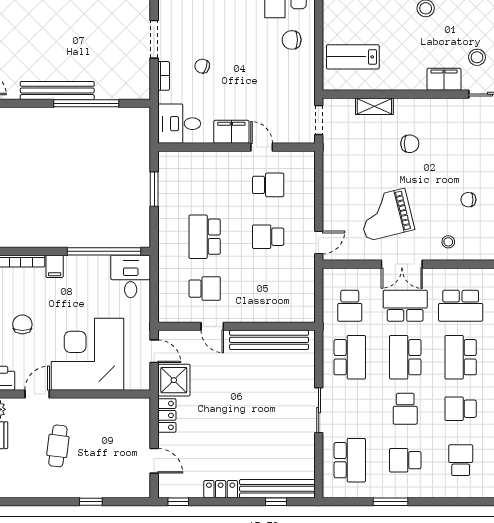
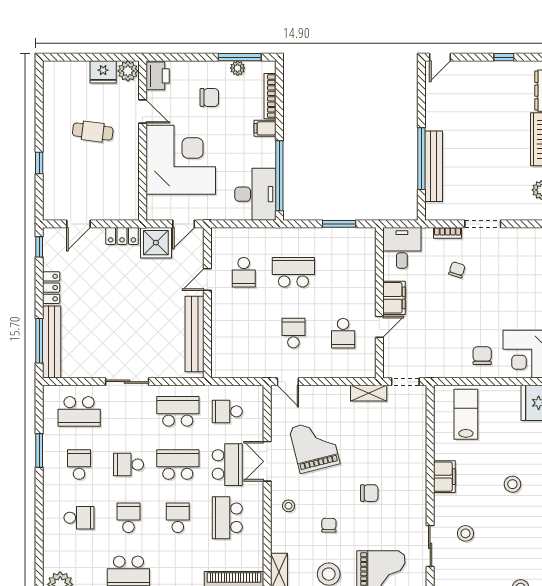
filing cabinet: (444, 79) -> (444, 477), moved
bench: (57, 90) -> (434, 166), moved
shelving: (374, 106) -> (369, 393), moved, turned 90
chair: (410, 144) -> (369, 493), moved, turned -90
desk: (131, 276) -> (255, 194), width x1.37
school desk: (350, 357) -> (178, 411), turned 180
school desk: (461, 357) -> (178, 518), width x0.54
window: (276, 502) -> (39, 341), width x2.17

